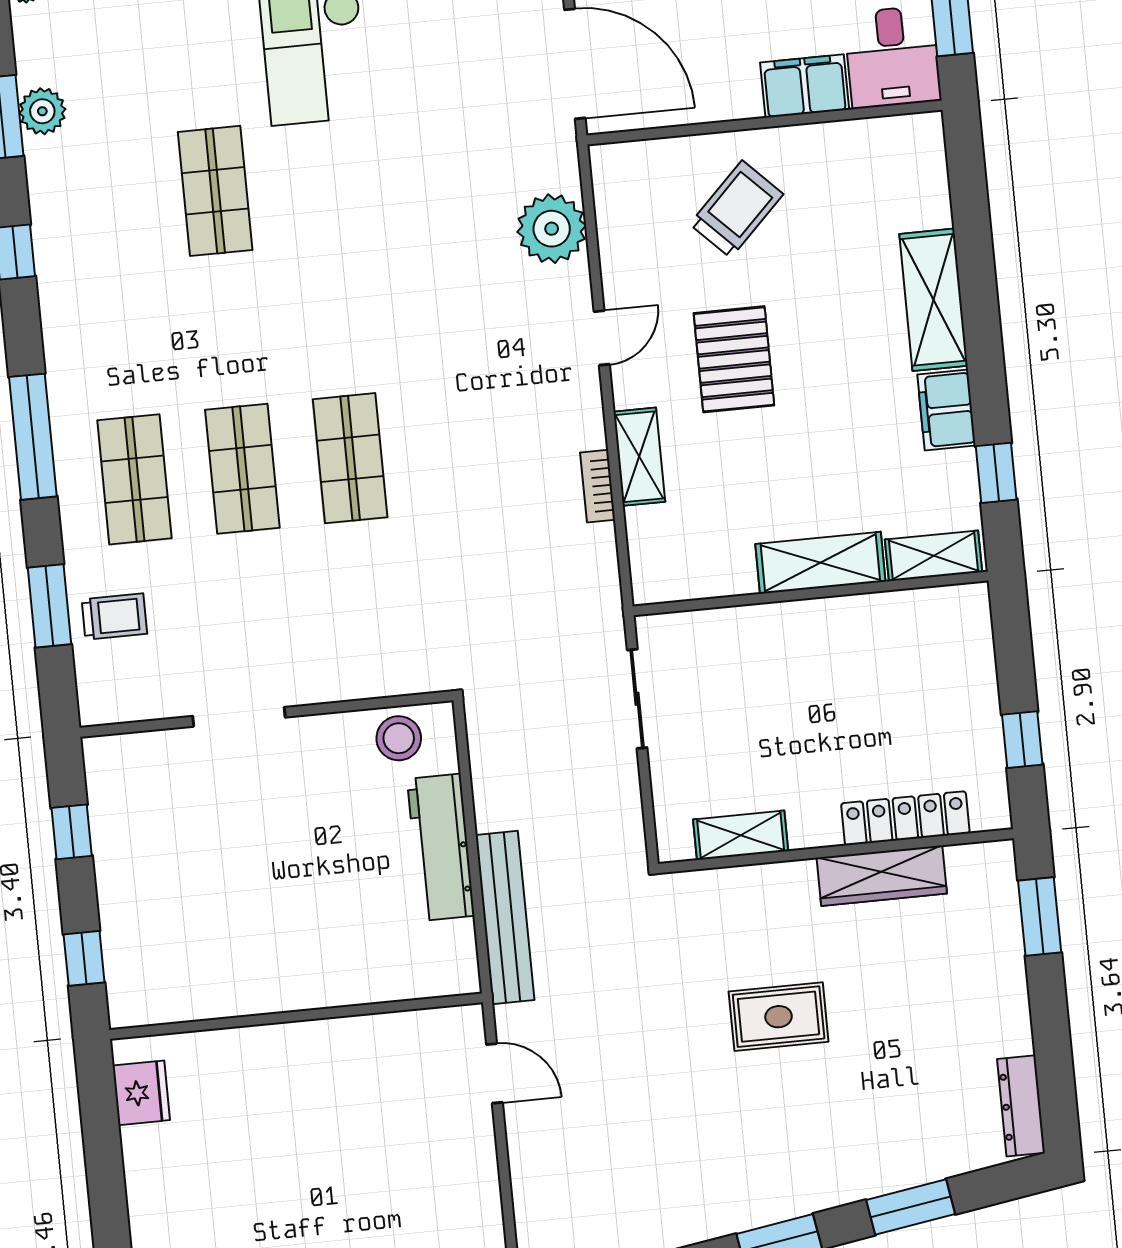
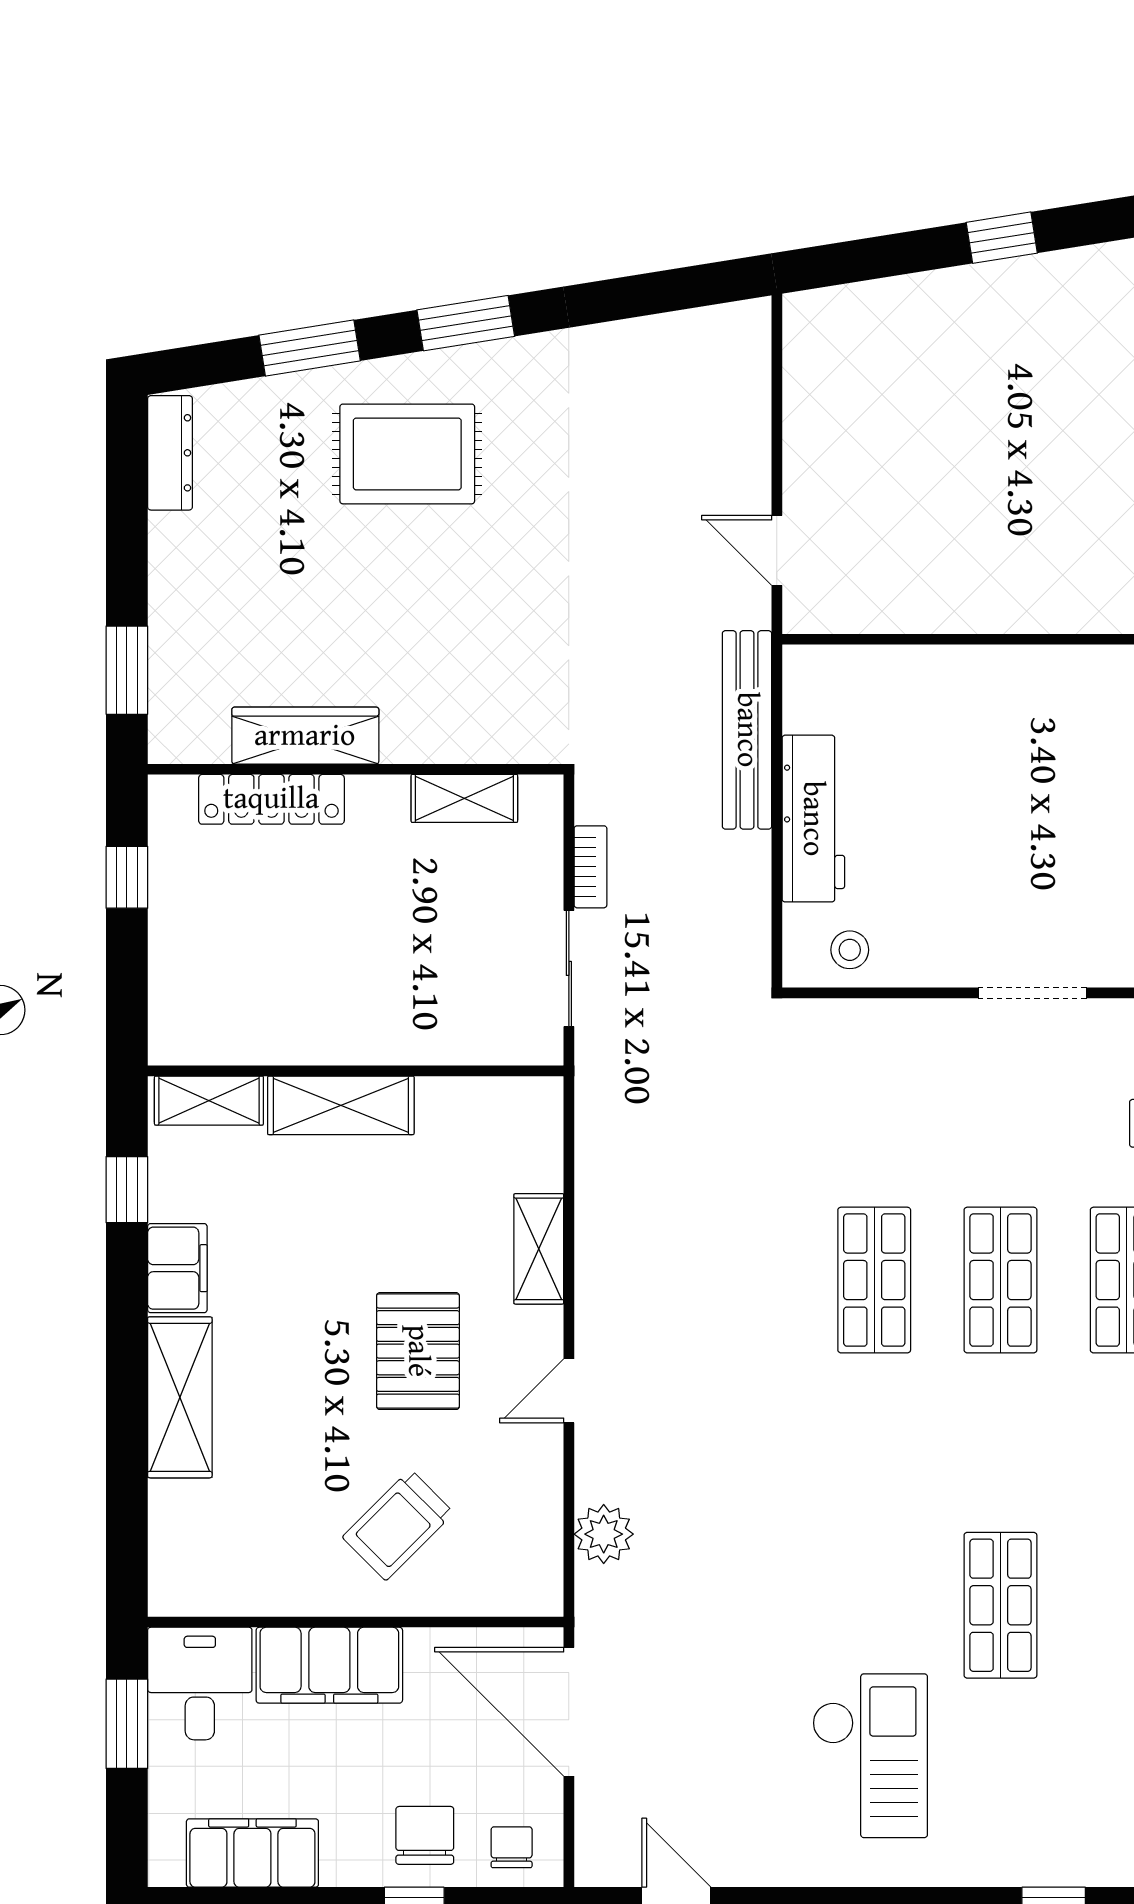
filing cabinet: (805, 86) -> (329, 1665), width x1.50, depth x1.17
plant: (552, 229) -> (604, 1534), width x0.73, depth x0.73
bookcase: (598, 486) -> (590, 867), moved
stool: (399, 738) -> (850, 950), width x0.73, depth x0.73
rug: (779, 1017) -> (407, 454), moved, width x1.36, depth x1.43

